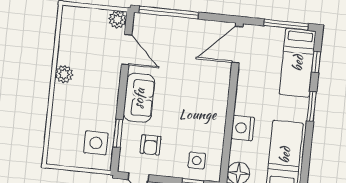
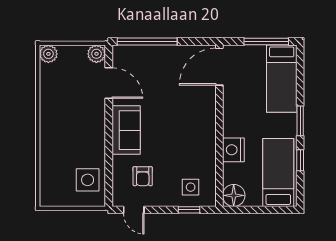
window: (316, 62) -> (300, 160), moved
plant: (64, 74) -> (48, 54), moved
window: (118, 133) -> (109, 168), removed

